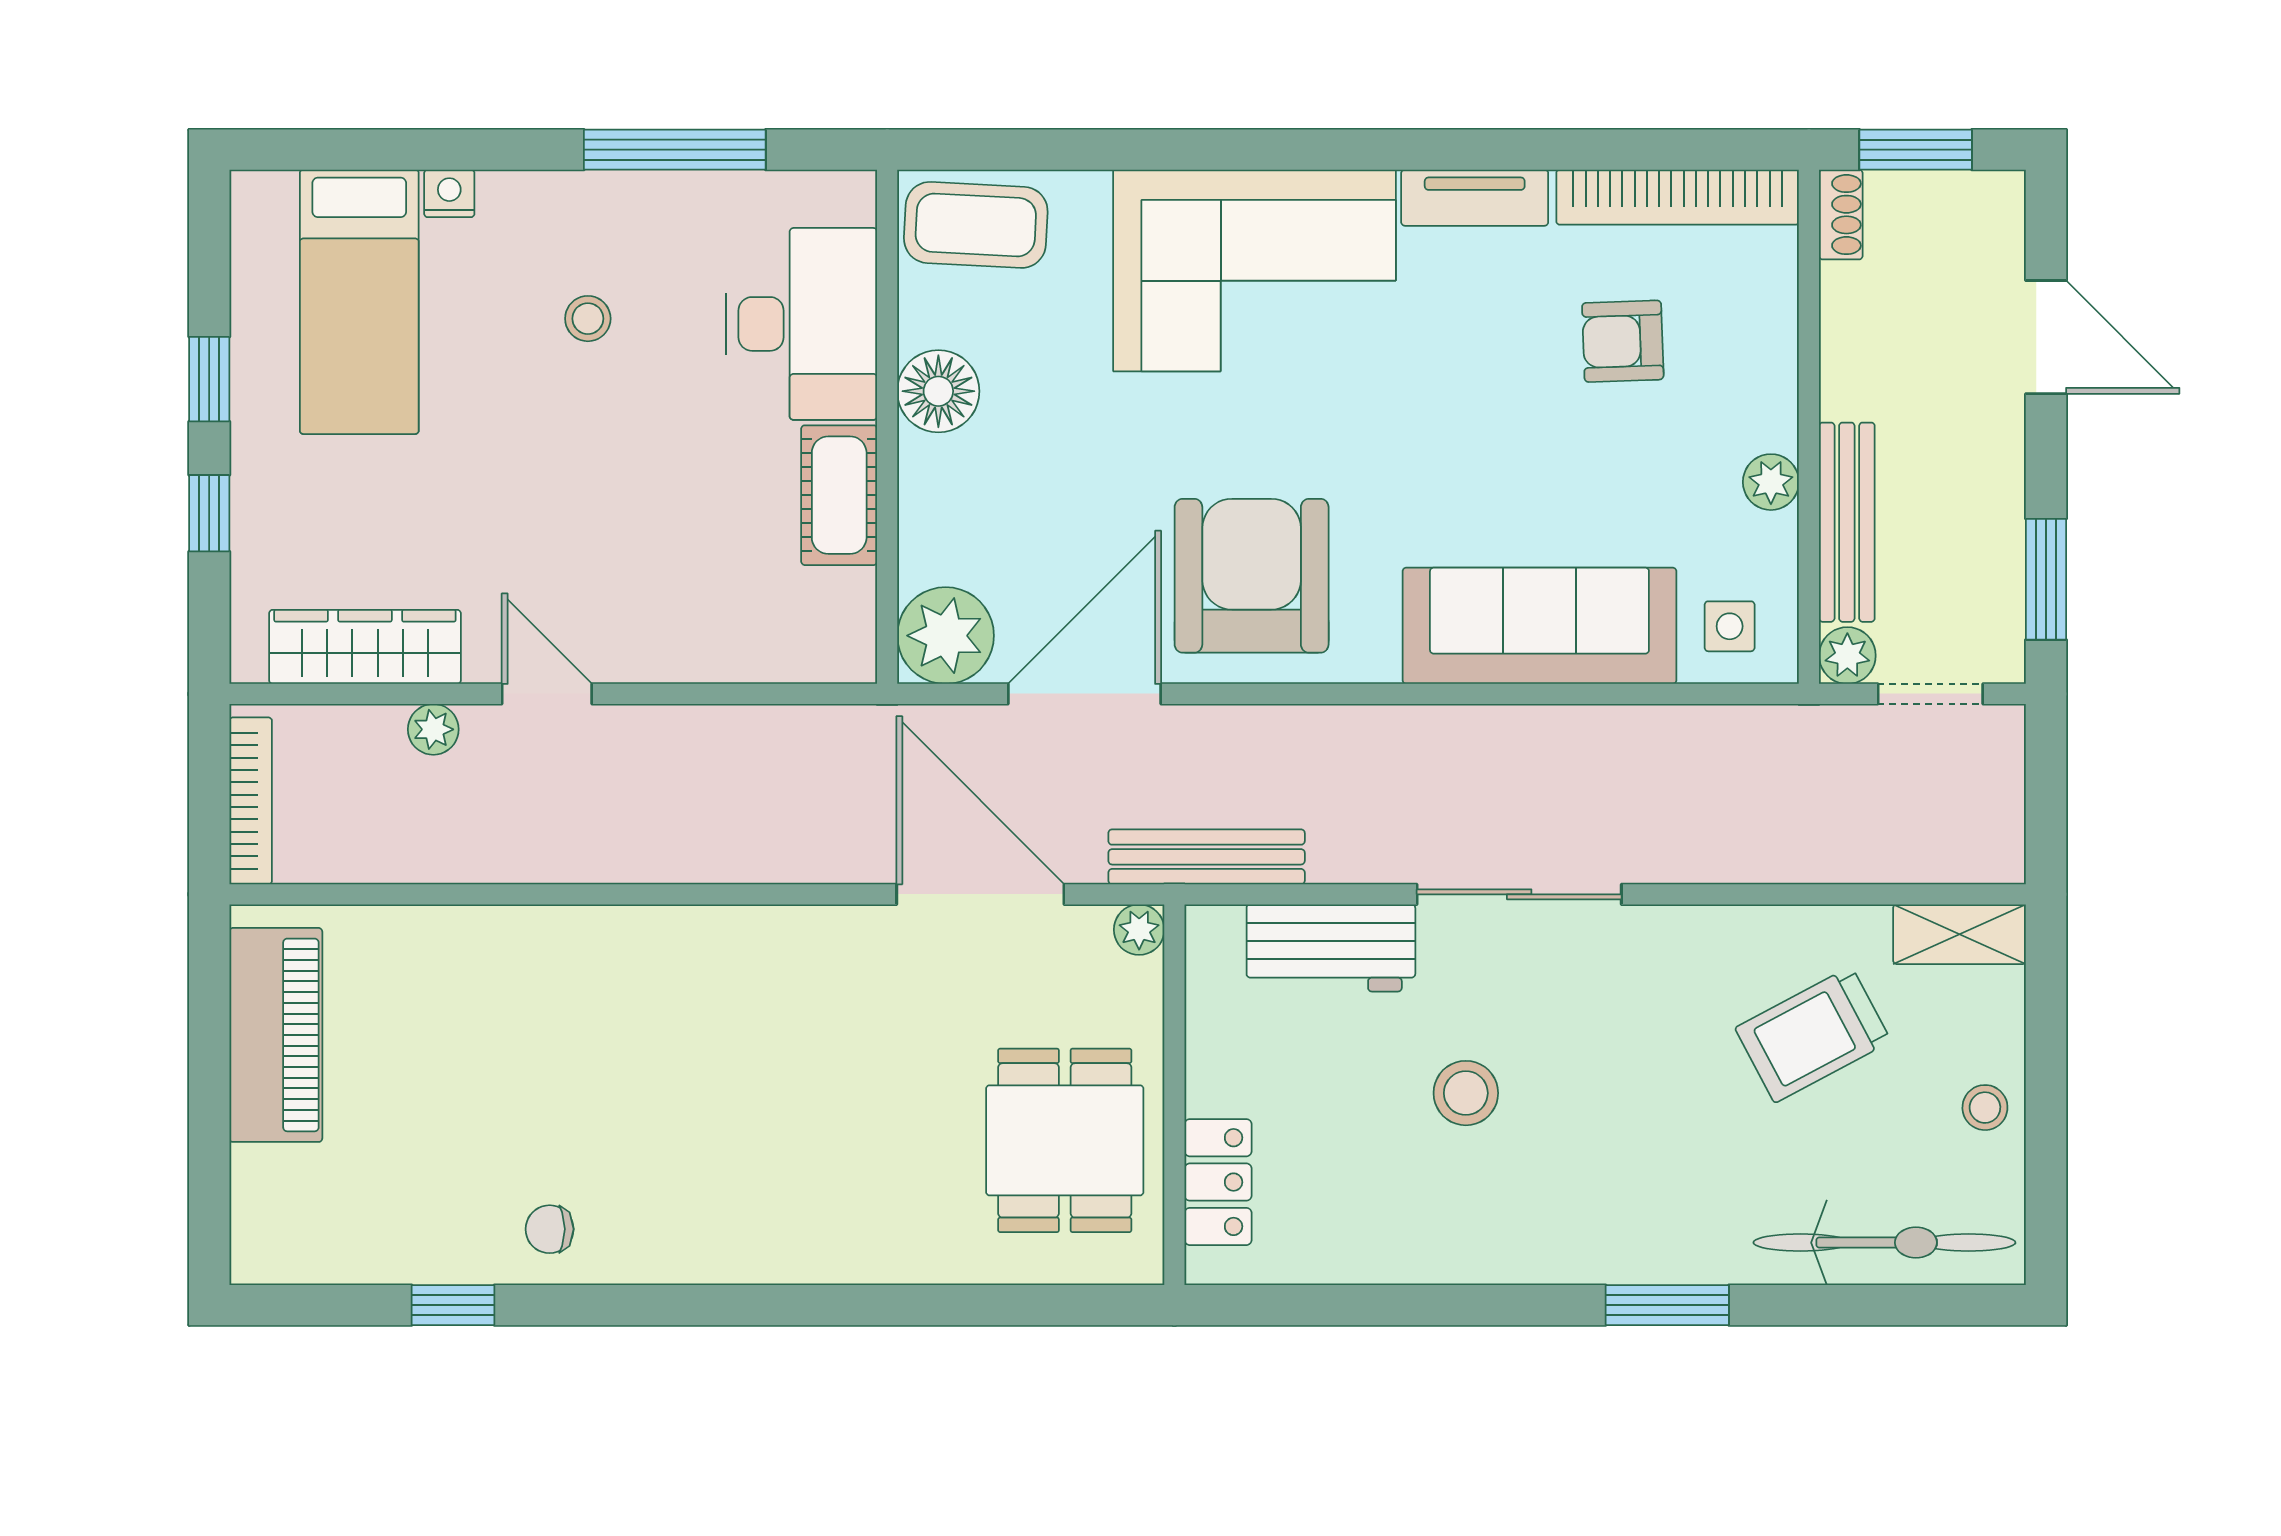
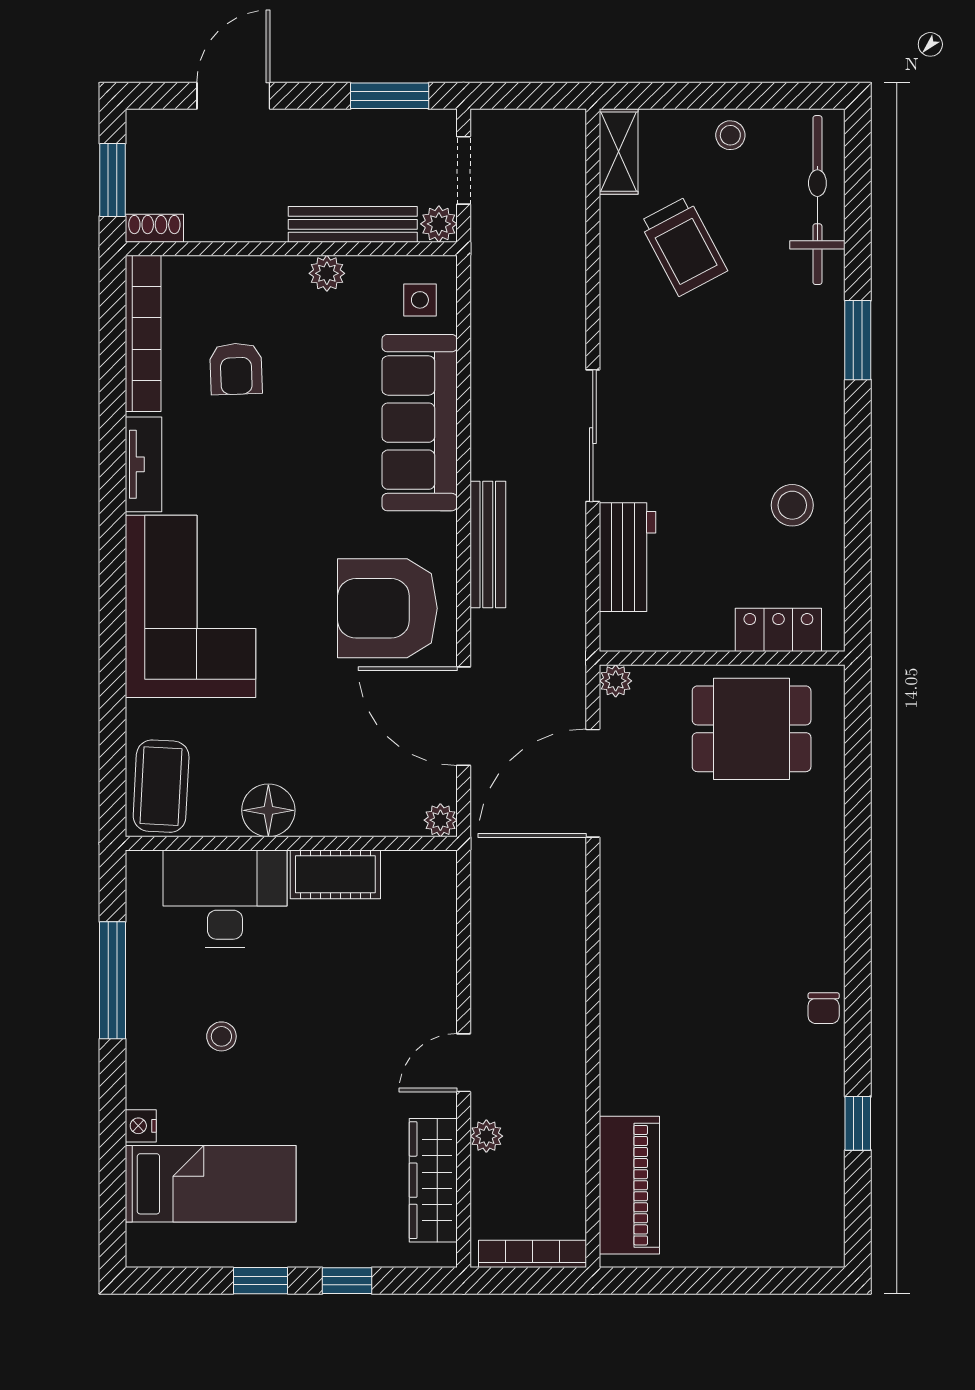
plant: (946, 636) -> (440, 820), width x0.53, depth x0.53
bench: (1207, 857) -> (488, 544), moved
piano: (276, 1035) -> (629, 1185), moved, turned 90
stool: (1466, 1093) -> (792, 505), moved
chair: (550, 1229) -> (824, 1008), moved

